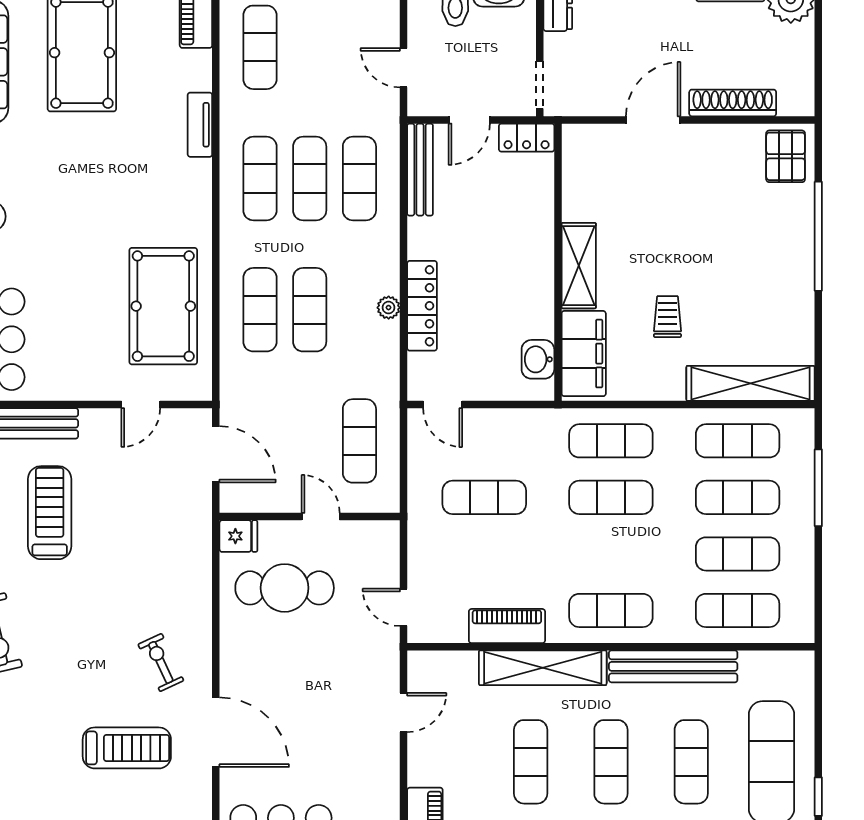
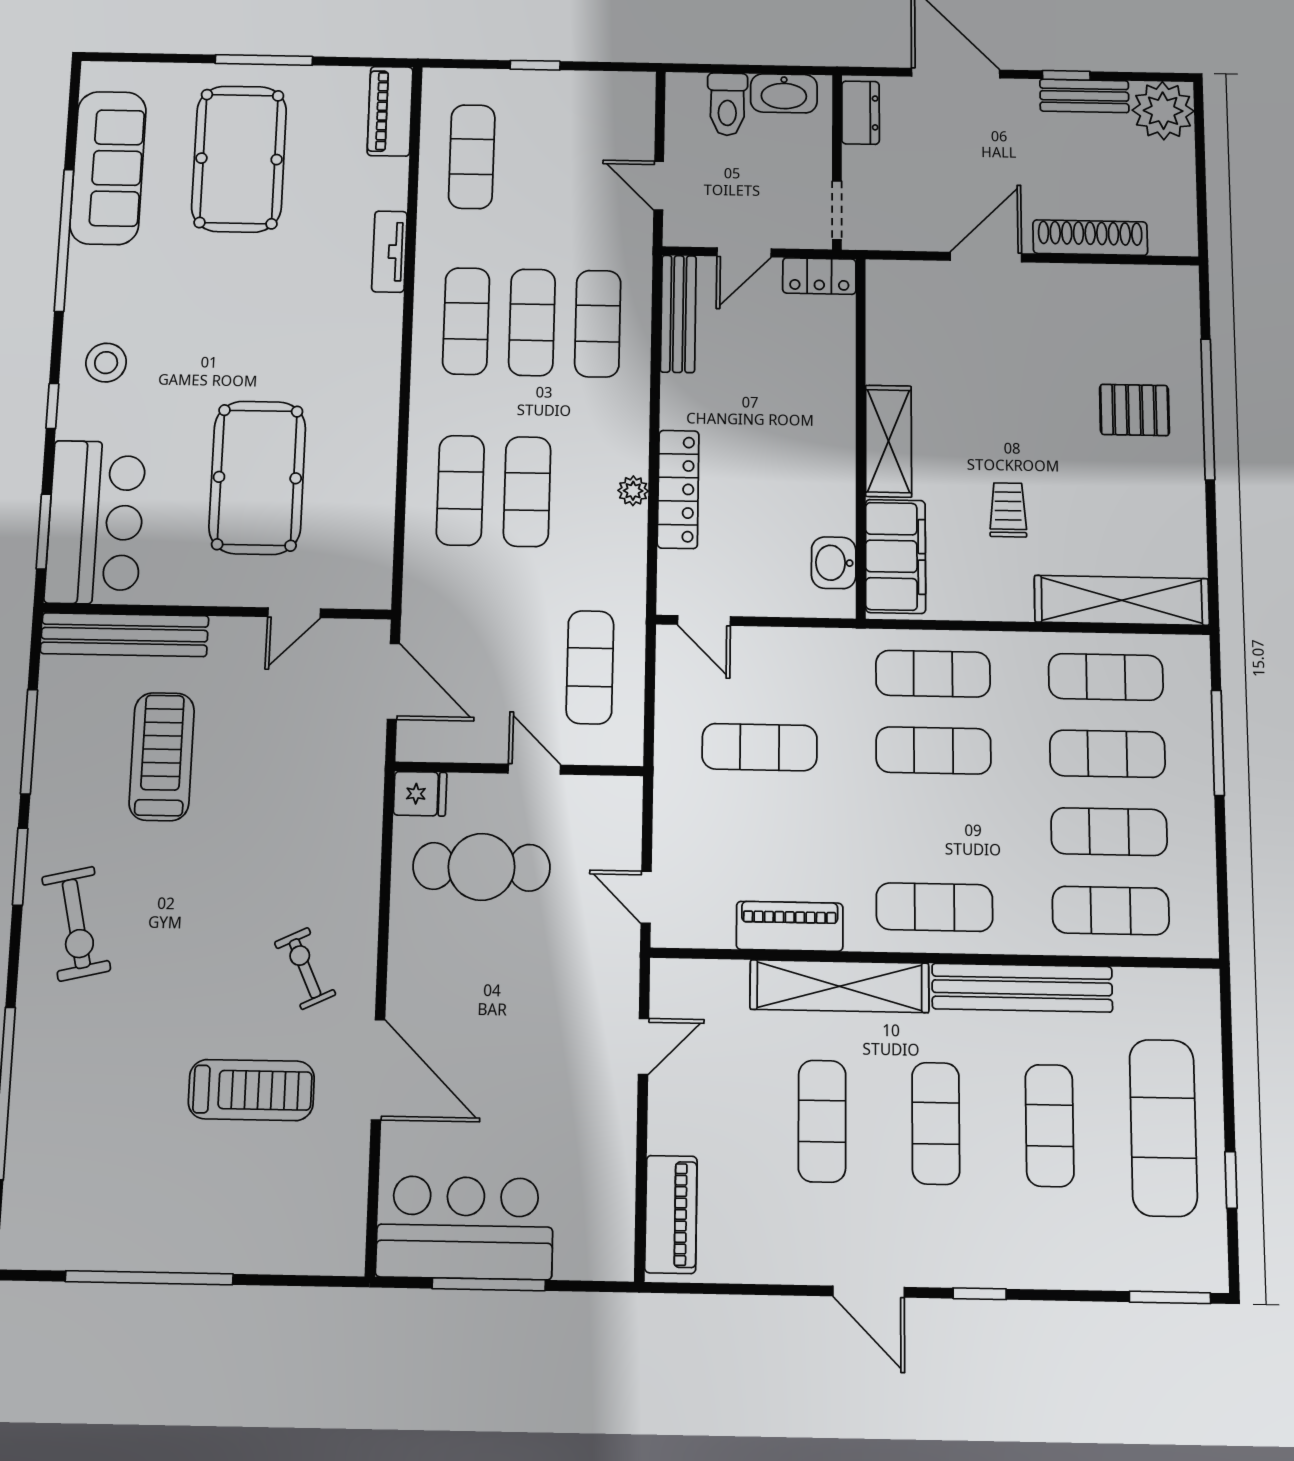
pallet: (786, 156) -> (1134, 410), moved, turned 90
pool table: (163, 306) -> (257, 478), moved

